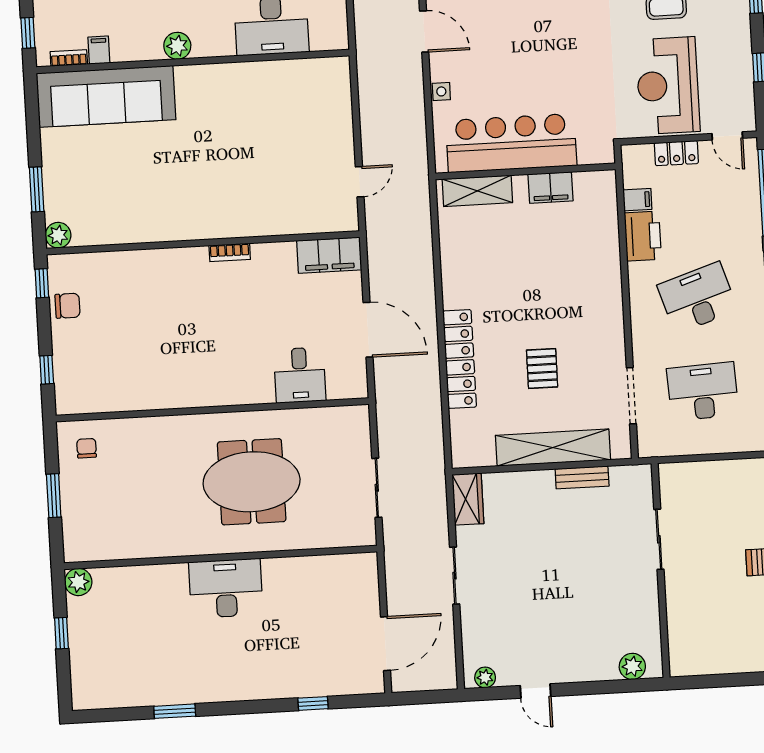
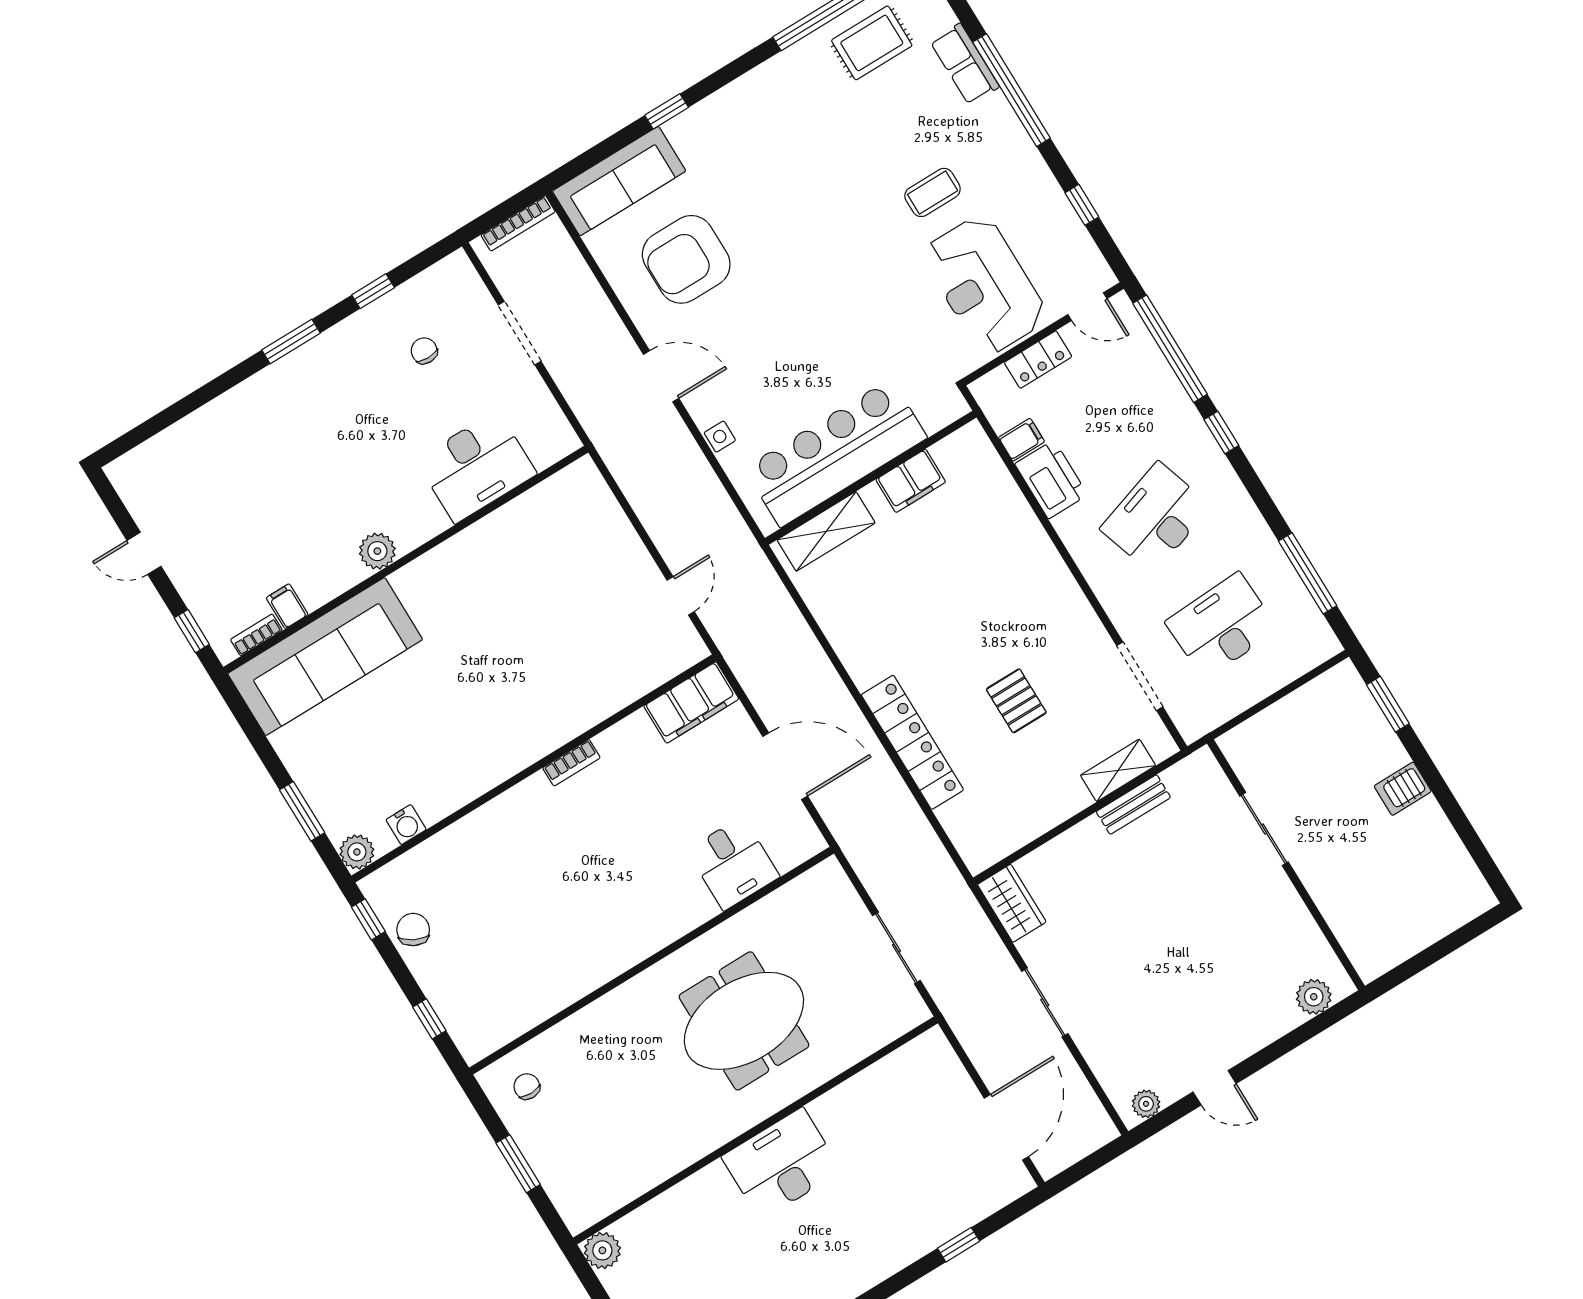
water cooler: (100, 235) -> (406, 825), added
chair: (68, 306) -> (413, 930), turned -63
shelving: (553, 448) -> (1118, 770), width x0.45, depth x0.75

